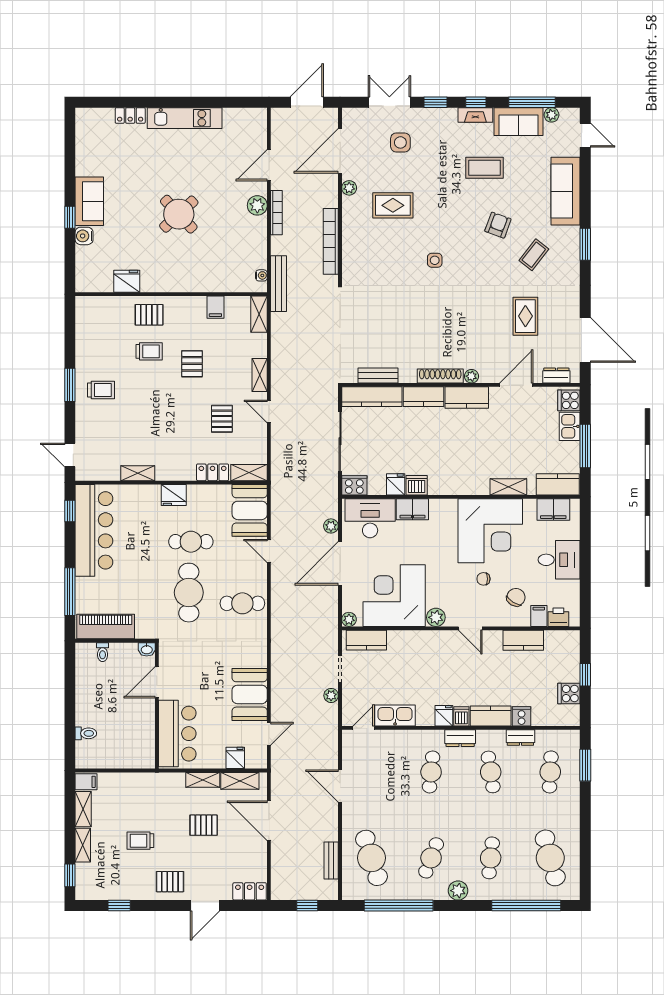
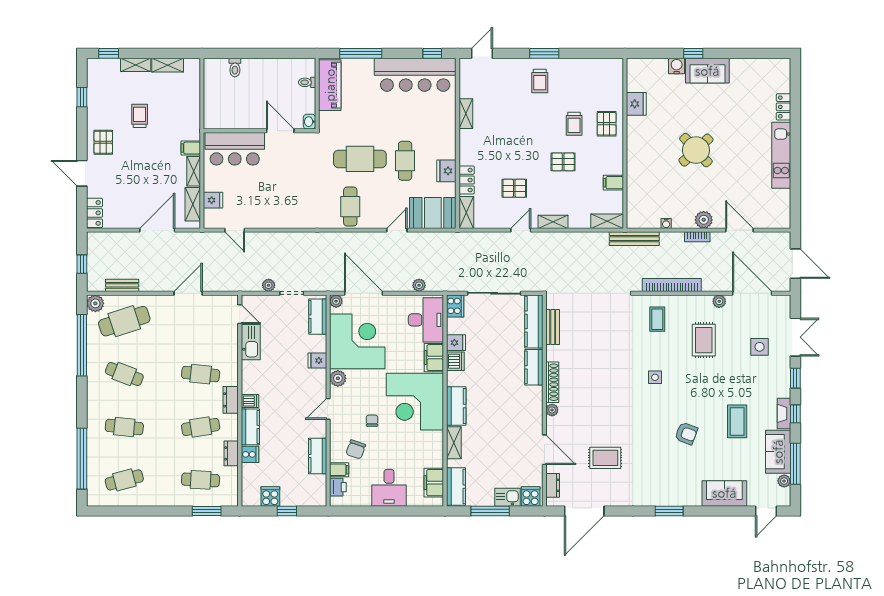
sofa: (566, 191) -> (724, 493), width x0.73
bookcase: (276, 213) -> (697, 237), width x0.64
coffee table: (534, 255) -> (657, 319), moved, turned 52
water cooler: (261, 275) -> (666, 223), moved
kitchen counter: (467, 397) -> (456, 406), moved, turned 180
fridge: (174, 495) -> (446, 171), moved
corner desk: (490, 531) -> (415, 402), moved
door: (340, 563) -> (364, 293), moved
chair: (516, 597) -> (356, 449), turned 77
booth: (250, 694) -> (269, 213), removed
fridge: (444, 716) -> (317, 360), moved, turned 180
filing cabinet: (86, 782) -> (191, 148), moved, turned 90
pallet: (204, 825) -> (153, 172), removed
cafe table: (550, 858) -> (124, 480), width x0.73, depth x0.74
plant: (458, 891) -> (95, 303), moved

